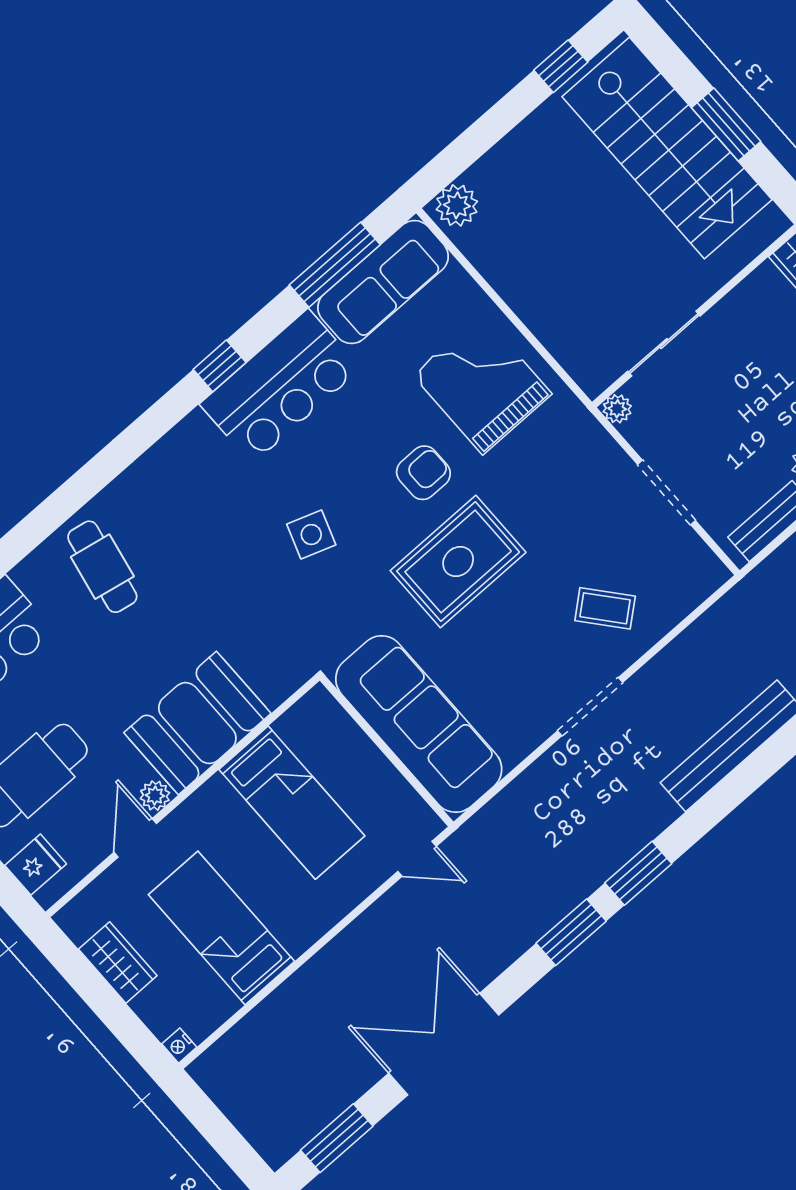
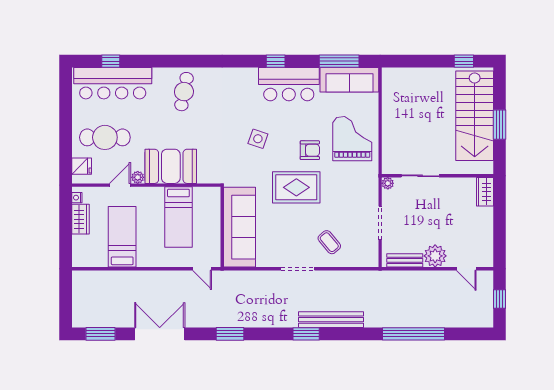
plant: (457, 205) -> (393, 76), removed
window: (638, 873) -> (306, 334), moved
nightstand: (179, 1046) -> (77, 198), moved

